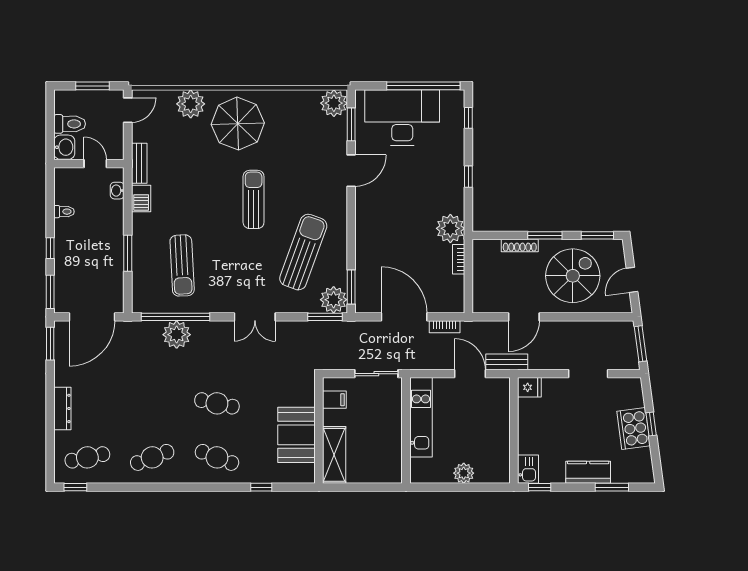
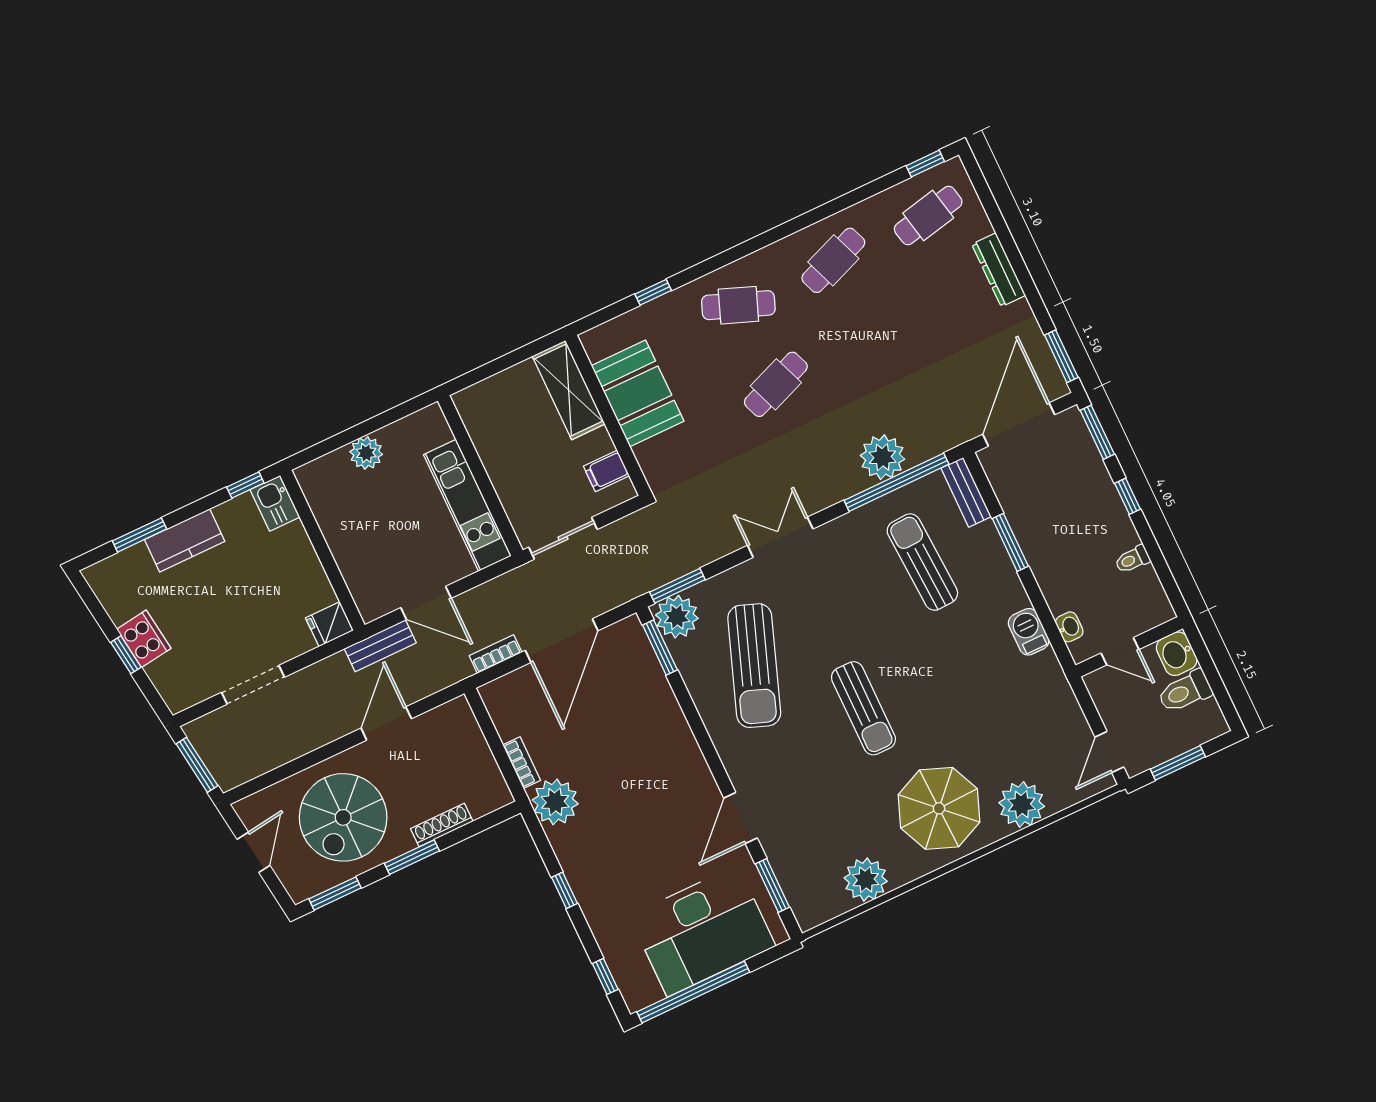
plant: (334, 103) -> (866, 880), moved
bench: (139, 163) -> (966, 492), moved
door: (404, 317) -> (562, 641), hinge flipped
cafe table: (217, 403) -> (776, 384), turned -33
cooker: (634, 429) -> (144, 639), width x0.73, depth x0.76

